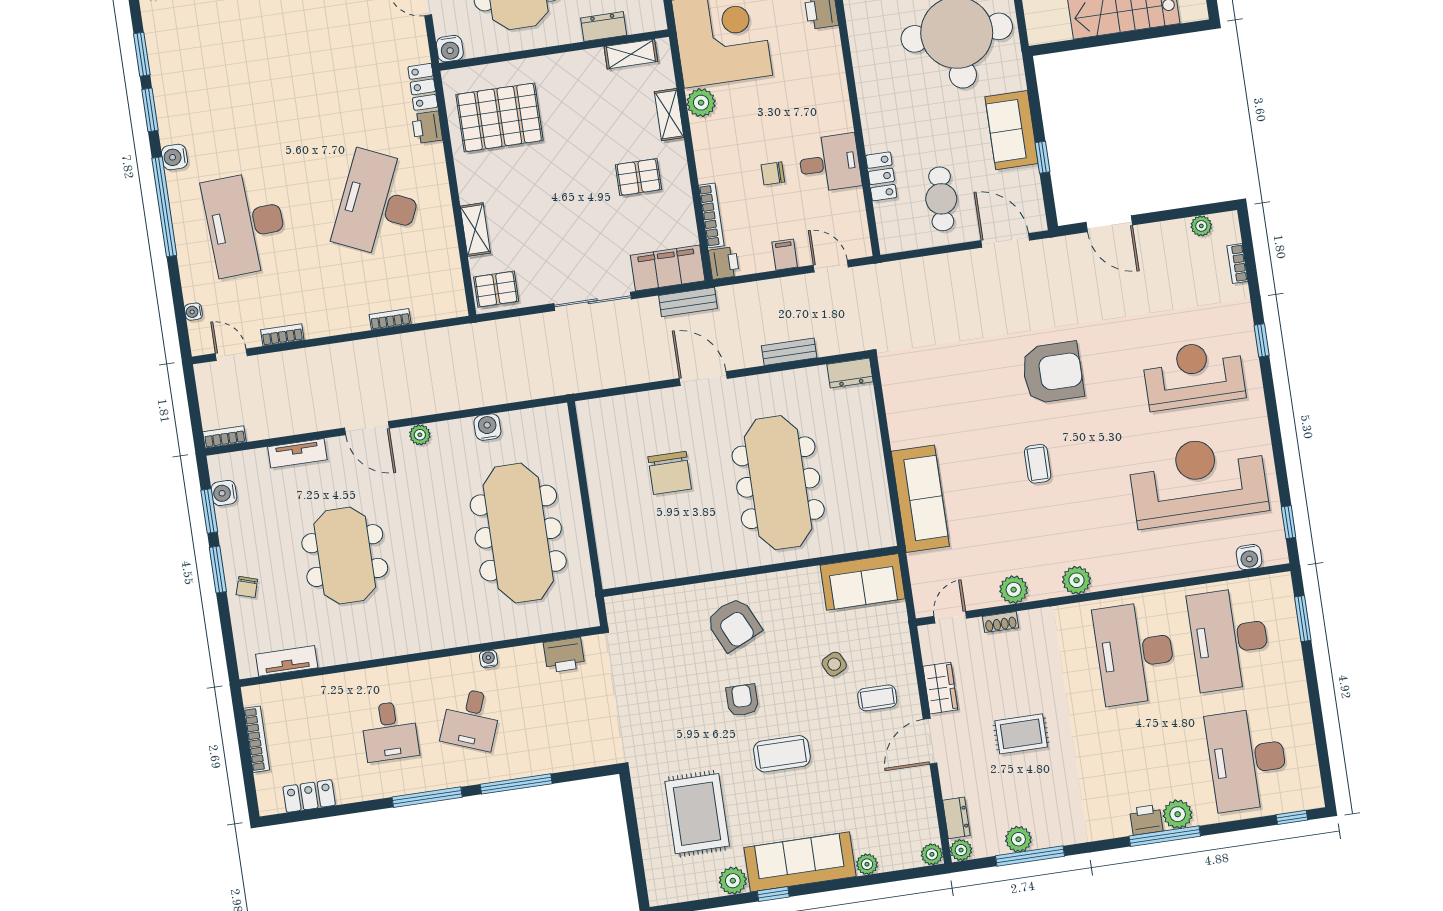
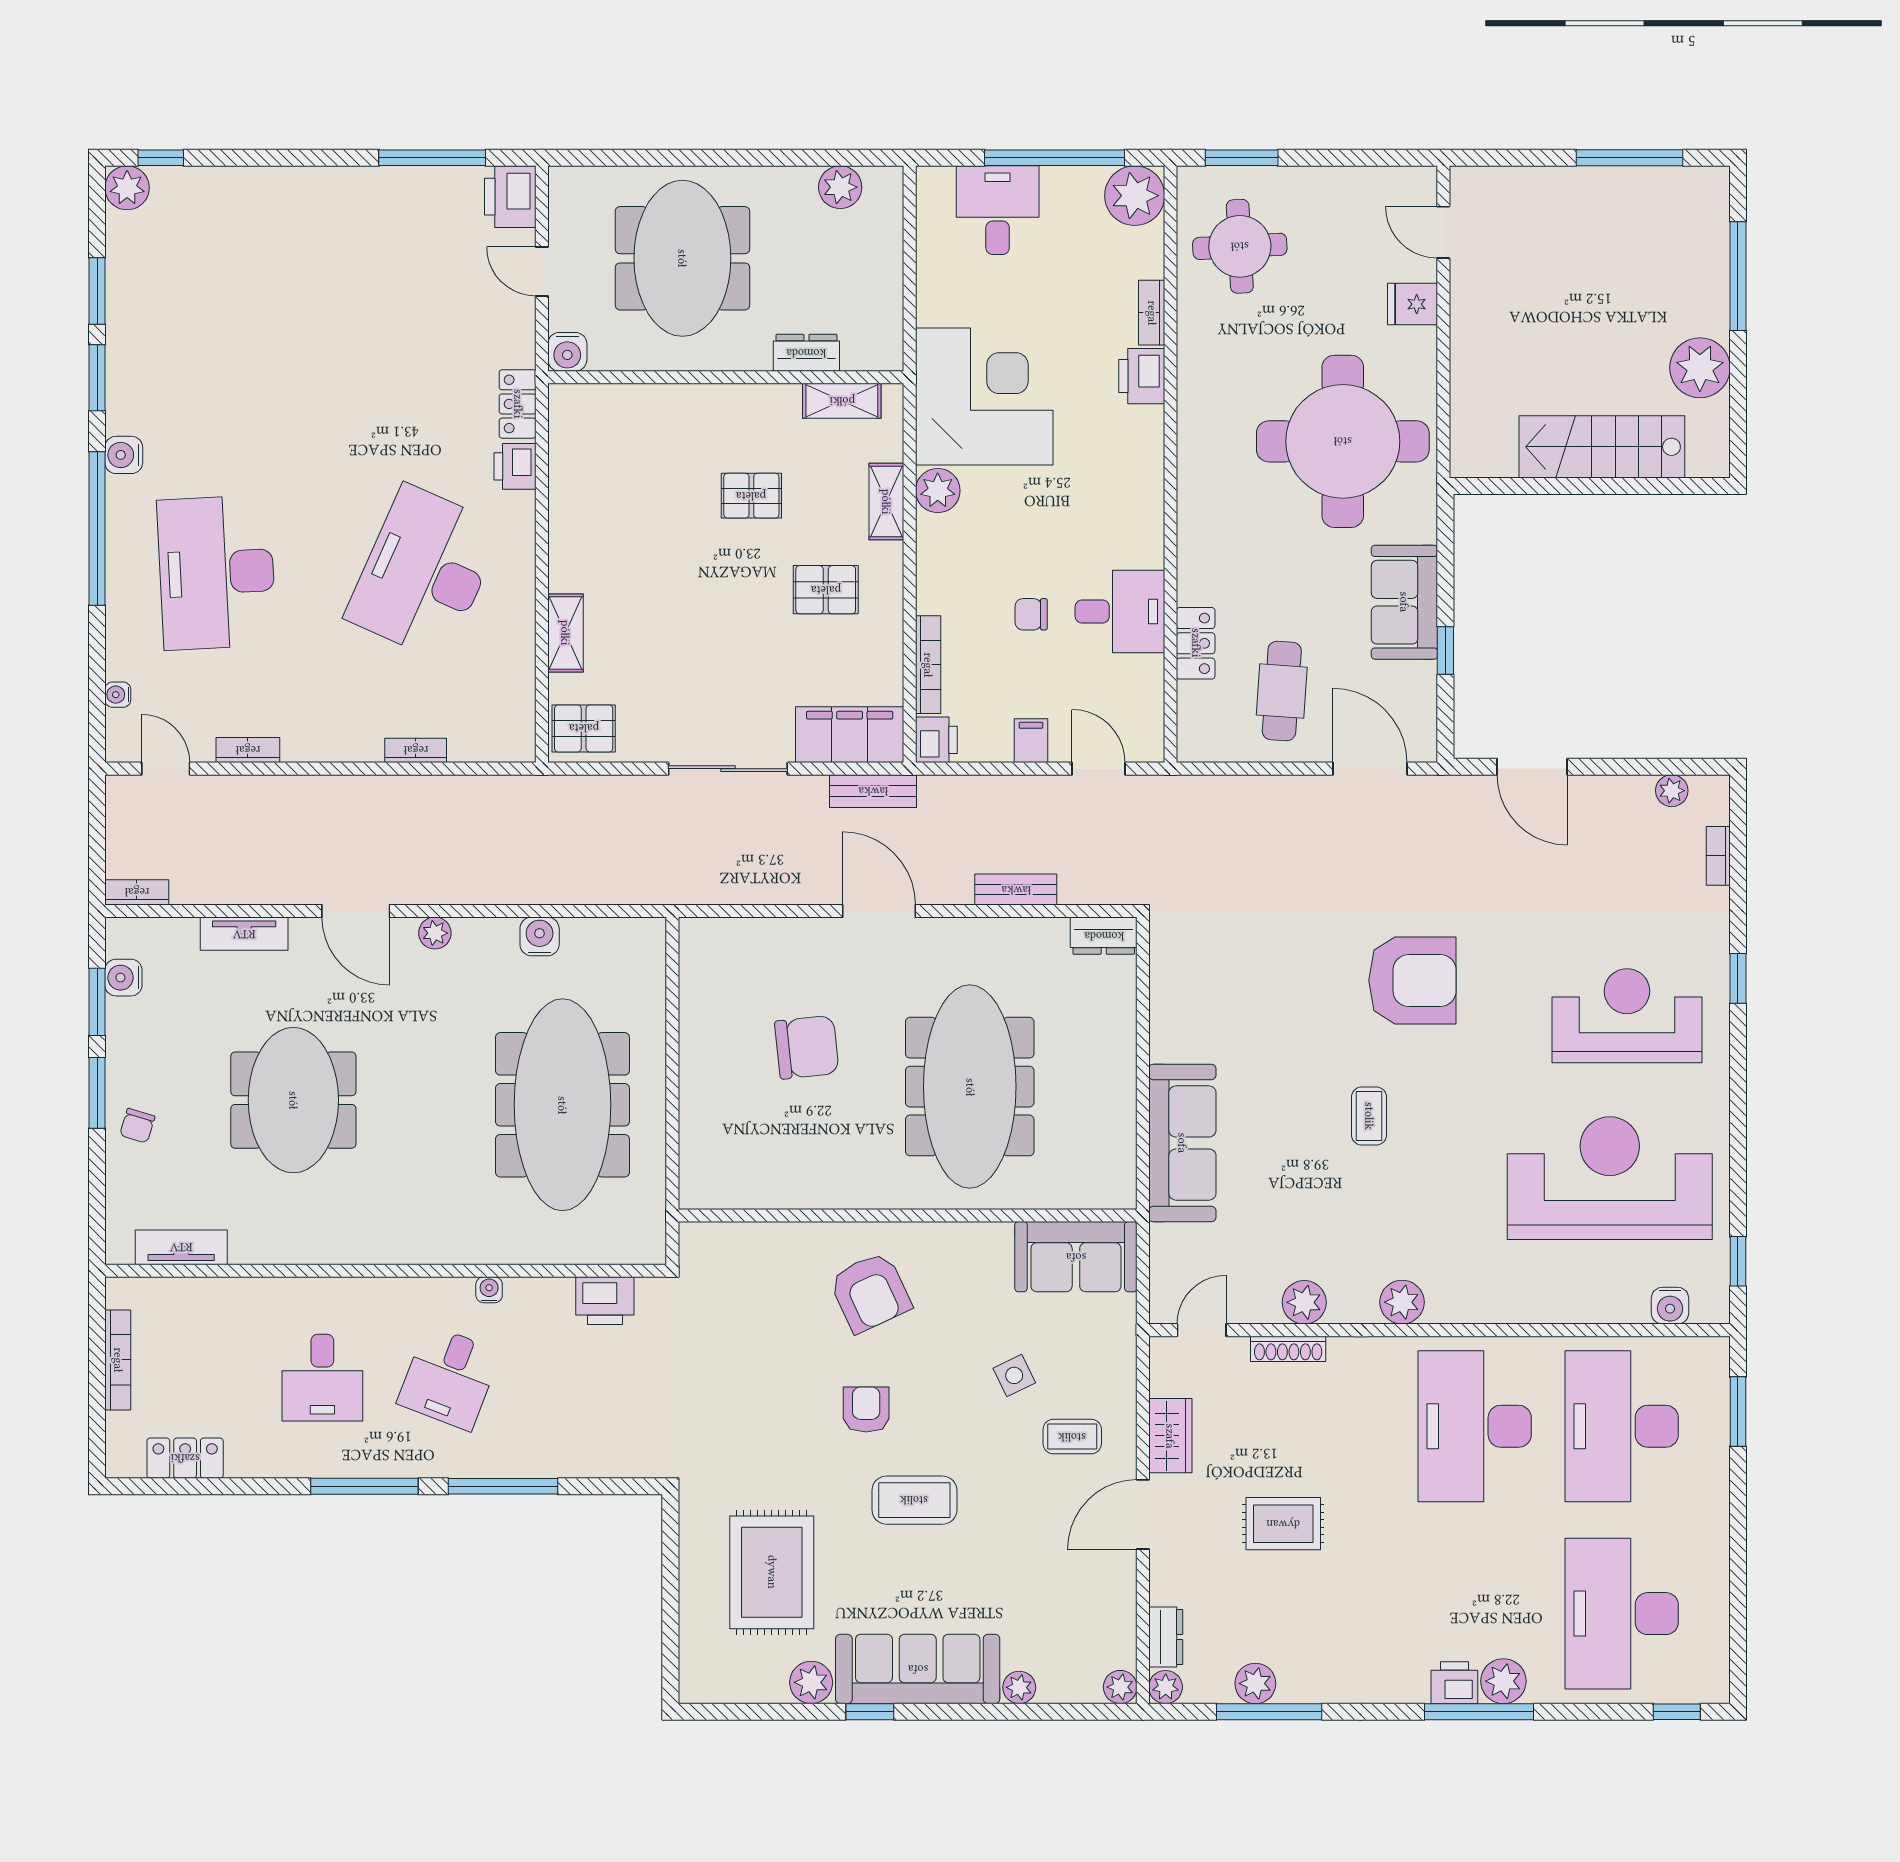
pallet: (499, 117) -> (751, 496), moved, width x0.49, depth x0.50
chair: (670, 473) -> (807, 1047), turned -96
shoe rack: (1001, 622) -> (1288, 1349), width x1.43

